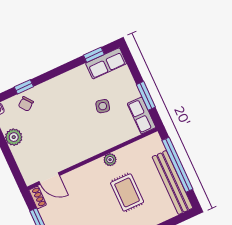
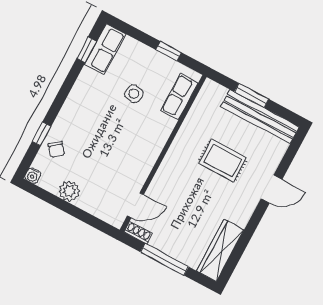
window: (146, 96) -> (169, 51), width x0.67
row of seats: (142, 115) -> (179, 97), moved, turned 90
plant: (110, 160) -> (181, 141), removed
window: (177, 165) -> (252, 95), width x0.47

